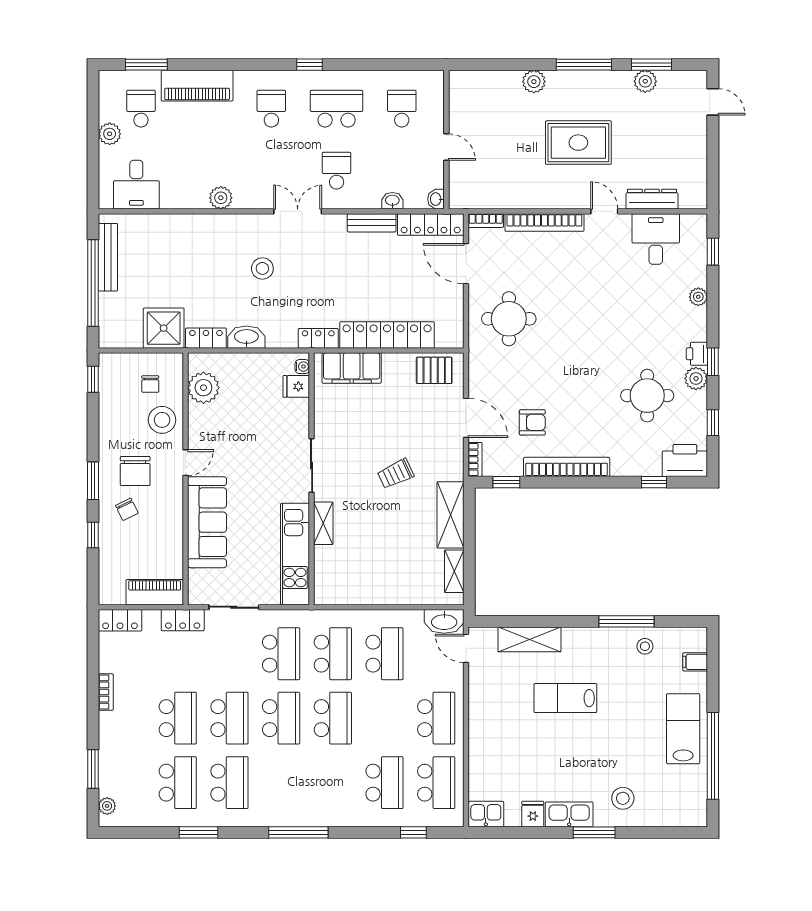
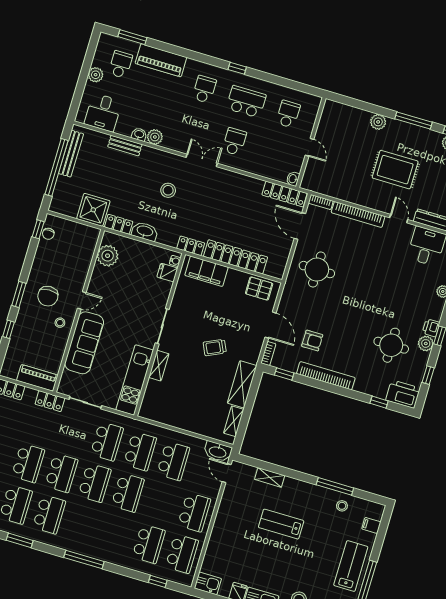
washbasin: (392, 201) -> (139, 134), moved
bench: (372, 223) -> (125, 146), moved
chair: (150, 384) -> (48, 234), moved
stool: (162, 420) -> (60, 323), moved, width x0.53, depth x0.53
chair: (127, 509) -> (35, 319), removed
shelving: (529, 639) -> (270, 477), width x0.67, depth x0.75

